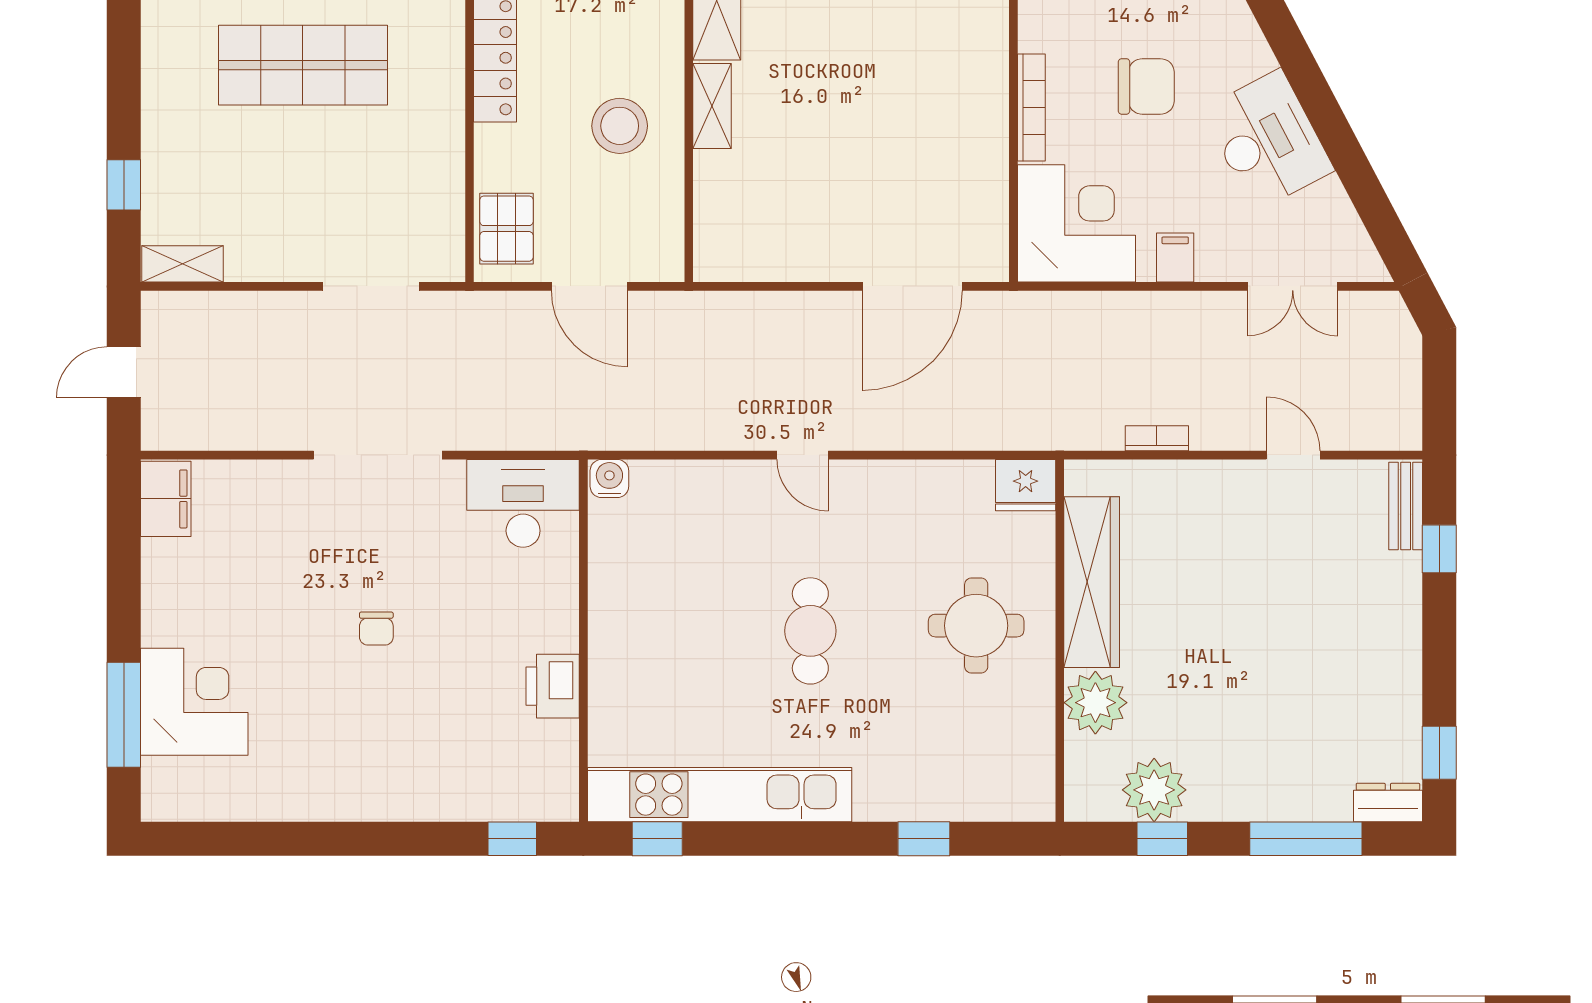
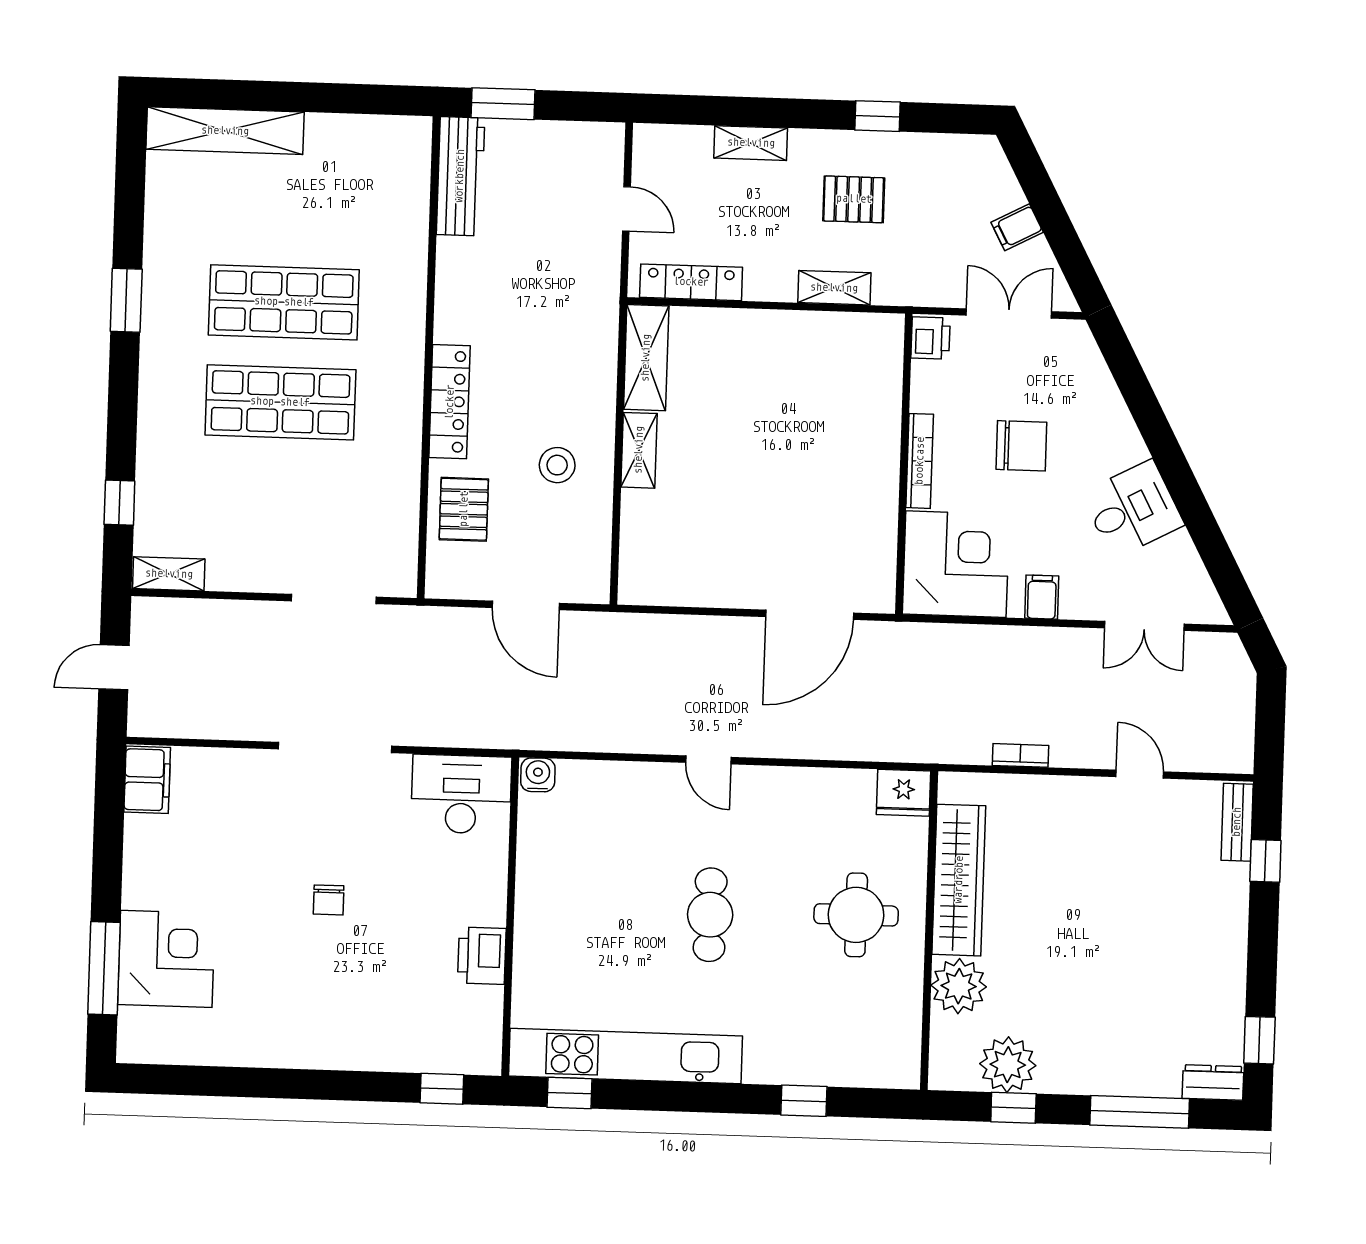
stool: (620, 126) -> (557, 465), width x0.73, depth x0.73
desk: (1268, 140) -> (1133, 509), width x0.73
pallet: (506, 229) -> (464, 509), moved

